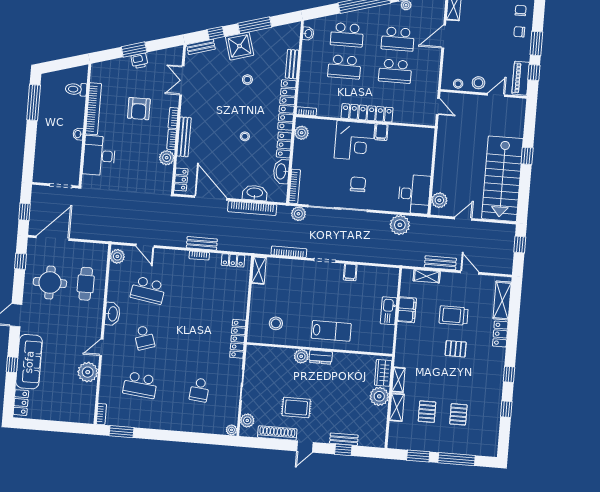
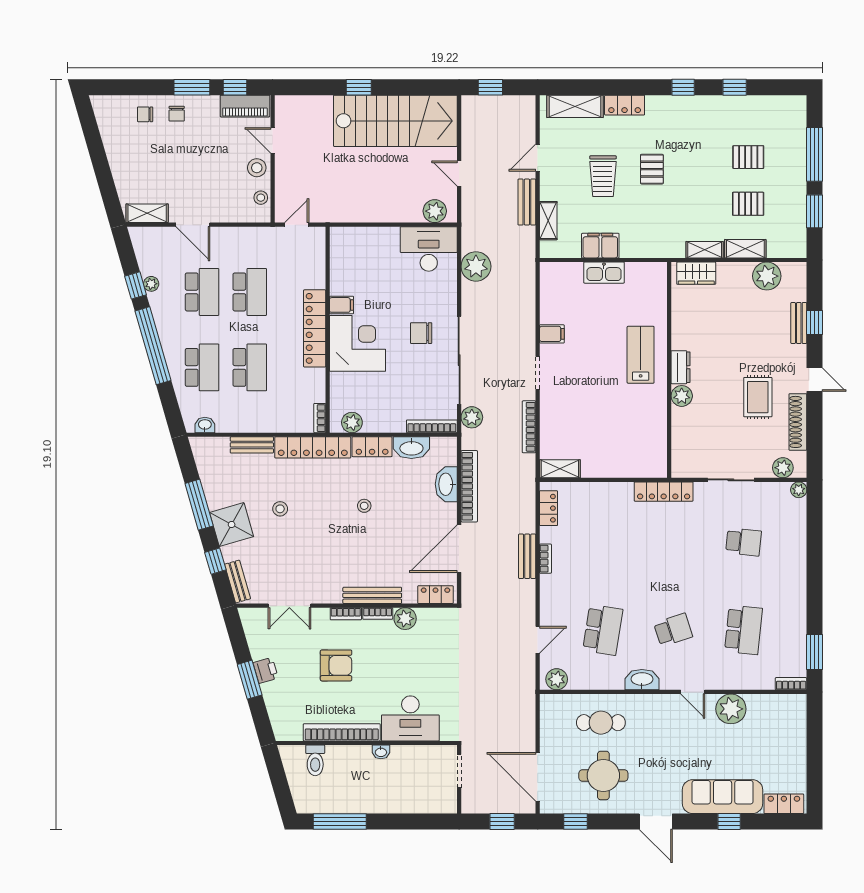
stool: (276, 323) -> (636, 437), removed
plant: (379, 396) -> (767, 276), moved

